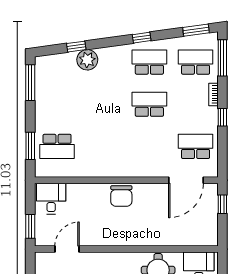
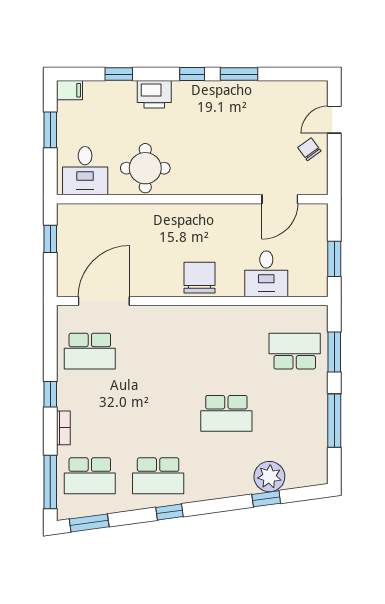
plant: (87, 60) -> (269, 477), moved
window: (30, 83) -> (334, 421), moved
school desk: (149, 104) -> (226, 413), moved
desk: (51, 199) -> (266, 274), moved
window: (222, 204) -> (50, 239), moved
window: (30, 226) -> (334, 259), moved

